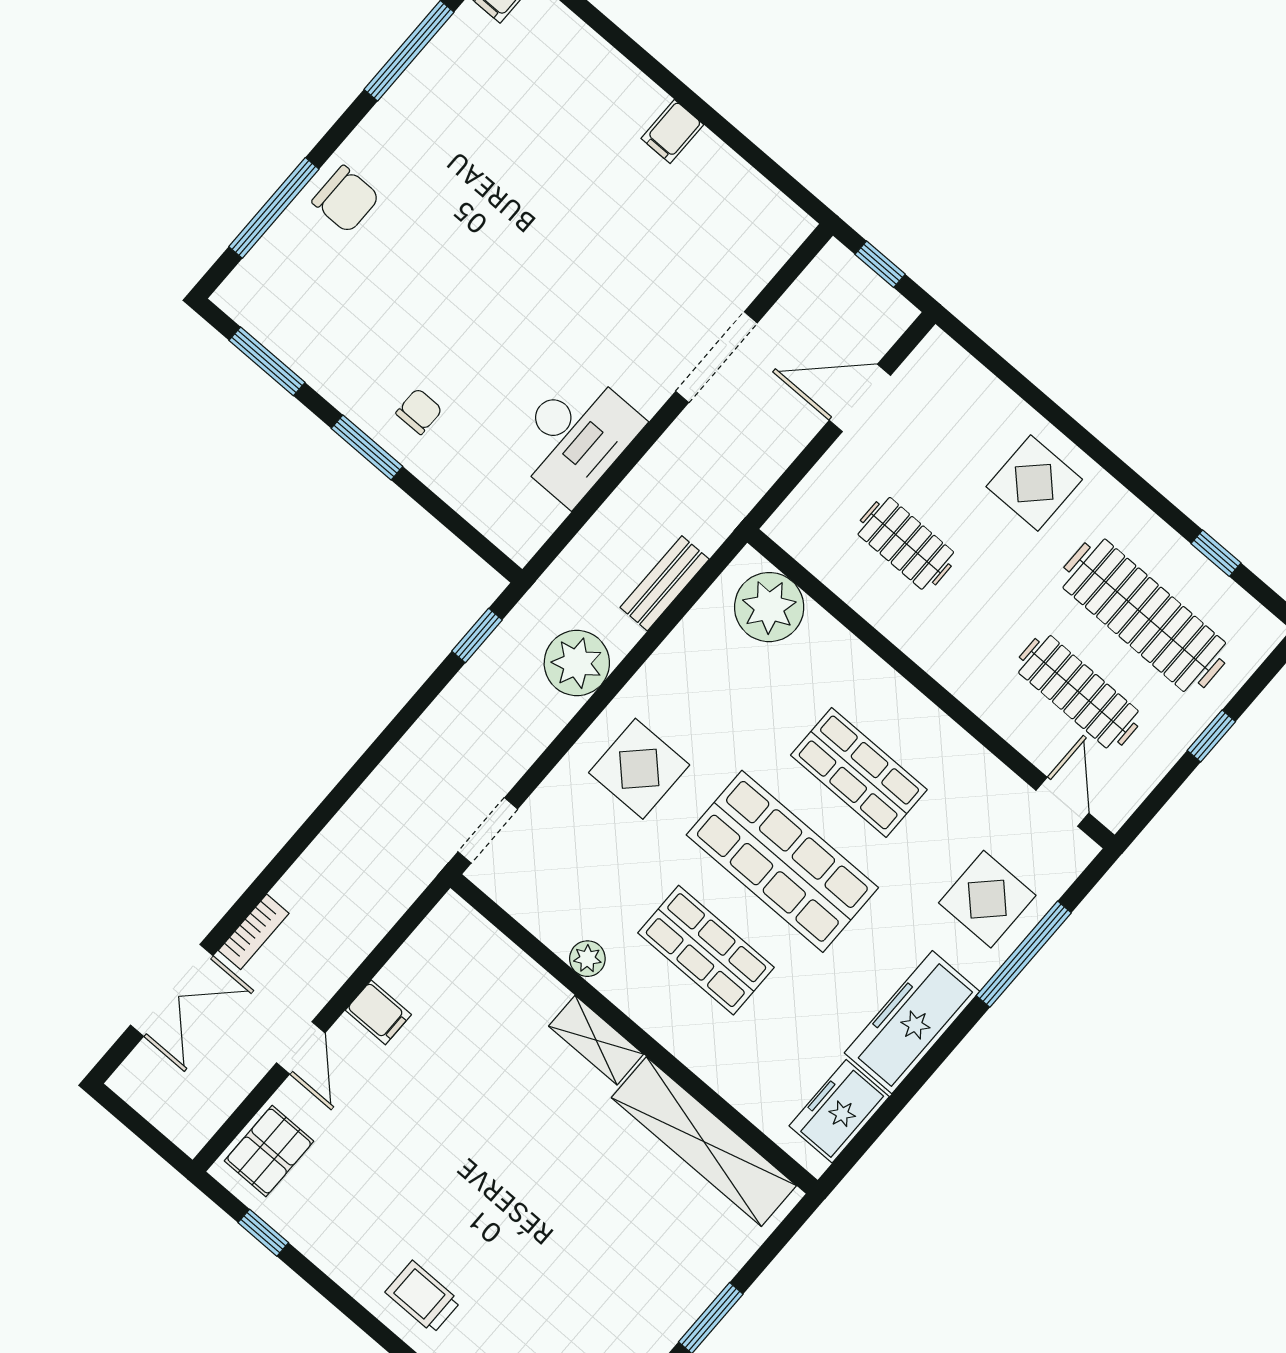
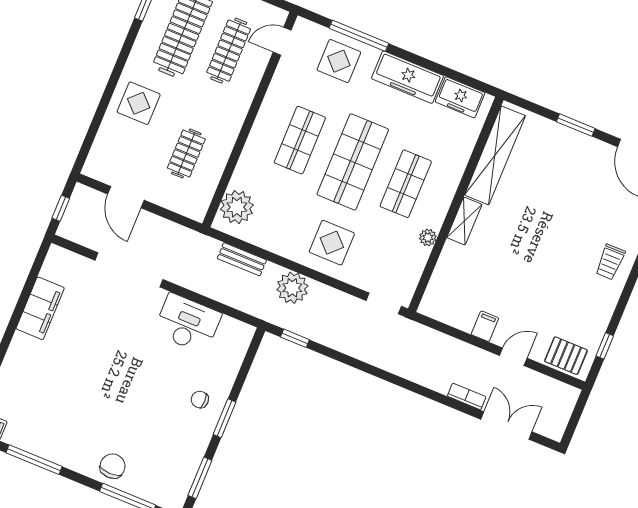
filing cabinet: (672, 132) -> (40, 308), width x3.00, depth x1.17
doorway: (716, 357) -> (129, 270), width x1.36

